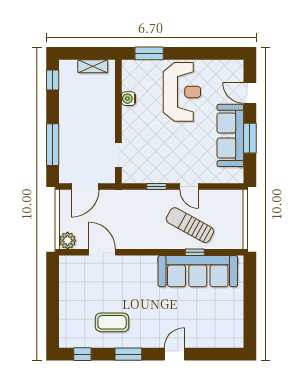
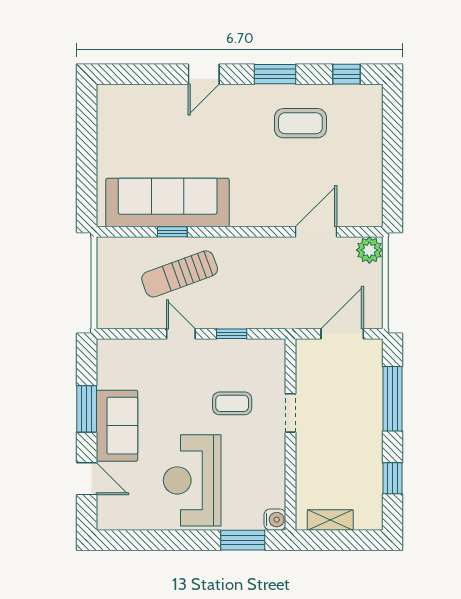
window: (53, 80) -> (393, 478), moved
water cooler: (128, 99) -> (275, 520), moved
sofa: (230, 135) -> (117, 426), width x0.73
coffee table: (156, 142) -> (232, 403), added
doorway: (118, 155) -> (291, 413), moved
sun lounger: (190, 225) -> (180, 274), turned 131
door: (102, 252) -> (316, 232), swing flipped

